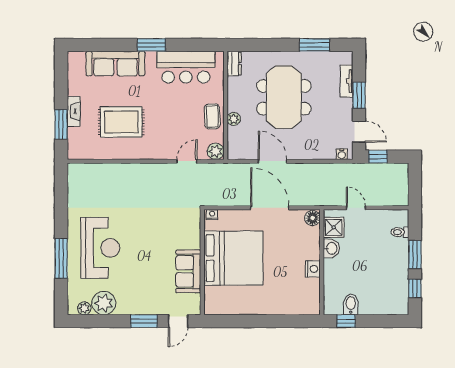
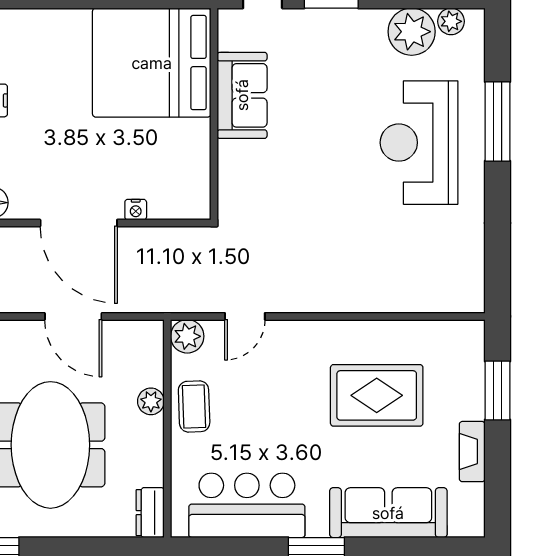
fireplace: (74, 111) -> (472, 452), moved
nightstand: (212, 214) -> (136, 210), moved
bed: (233, 258) -> (152, 63), moved

